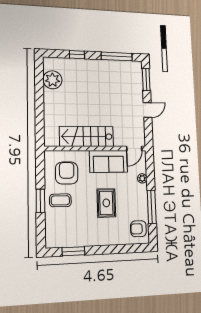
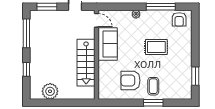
stairs: (87, 136) -> (86, 63), moved
wall: (96, 149) -> (96, 55), moved
door: (134, 149) -> (96, 20), moved
sofa: (108, 161) -> (108, 44), moved

